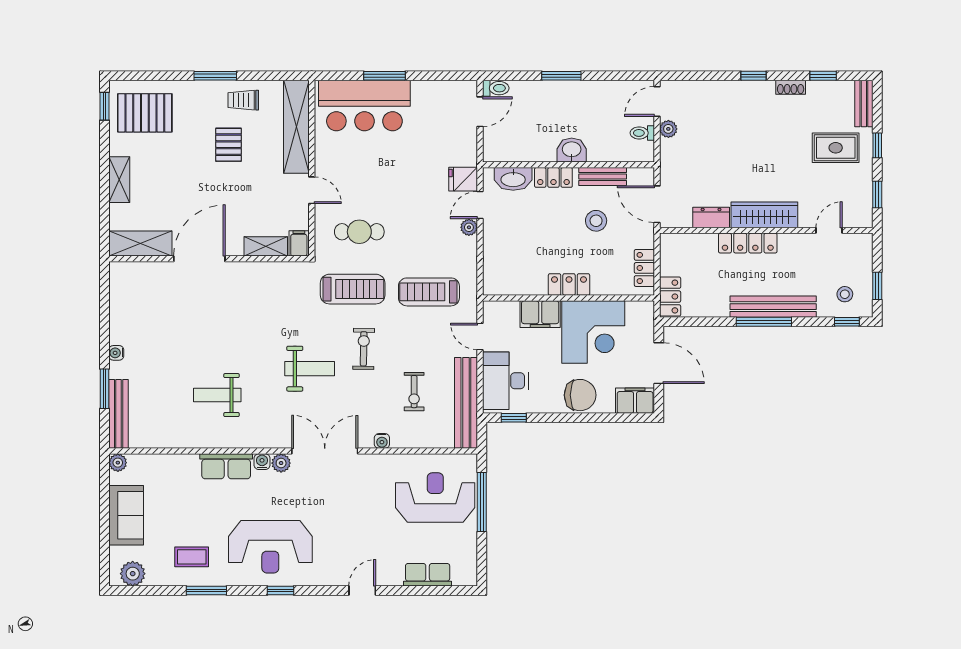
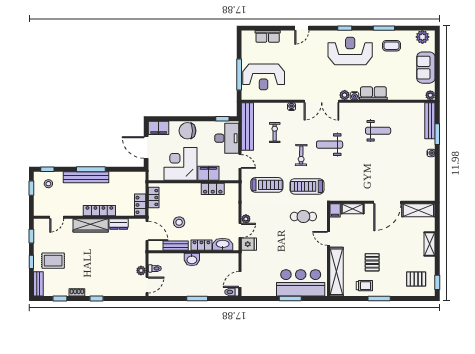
pallet: (145, 113) -> (416, 279), width x0.67, depth x0.71
locker: (569, 285) -> (213, 189), moved
locker: (670, 297) -> (140, 205), moved

